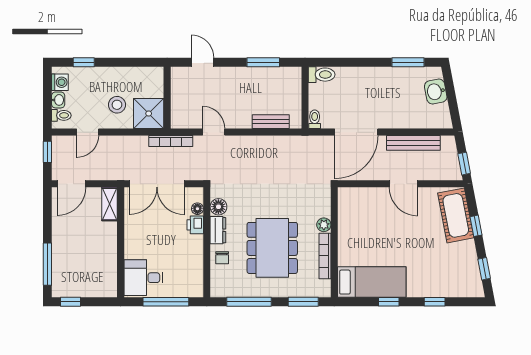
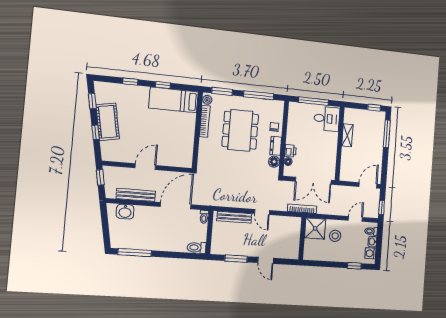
door: (203, 62) -> (266, 260), moved
window: (408, 62) -> (135, 253), width x1.44
washbasin: (436, 91) -> (125, 212), moved, turned 101
bench: (271, 122) -> (234, 217), width x1.36
door: (214, 132) -> (262, 212), moved
double door: (157, 184) -> (313, 181), swing flipped
door: (403, 184) -> (145, 167), hinge flipped
shelving: (110, 204) -> (347, 135), moved
cot: (456, 215) -> (108, 122), moved
plant: (324, 225) -> (207, 100), moved

